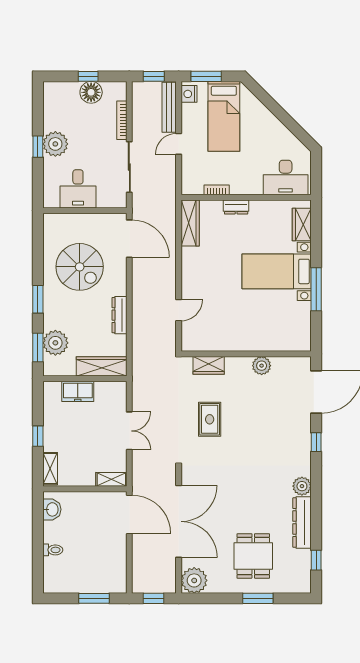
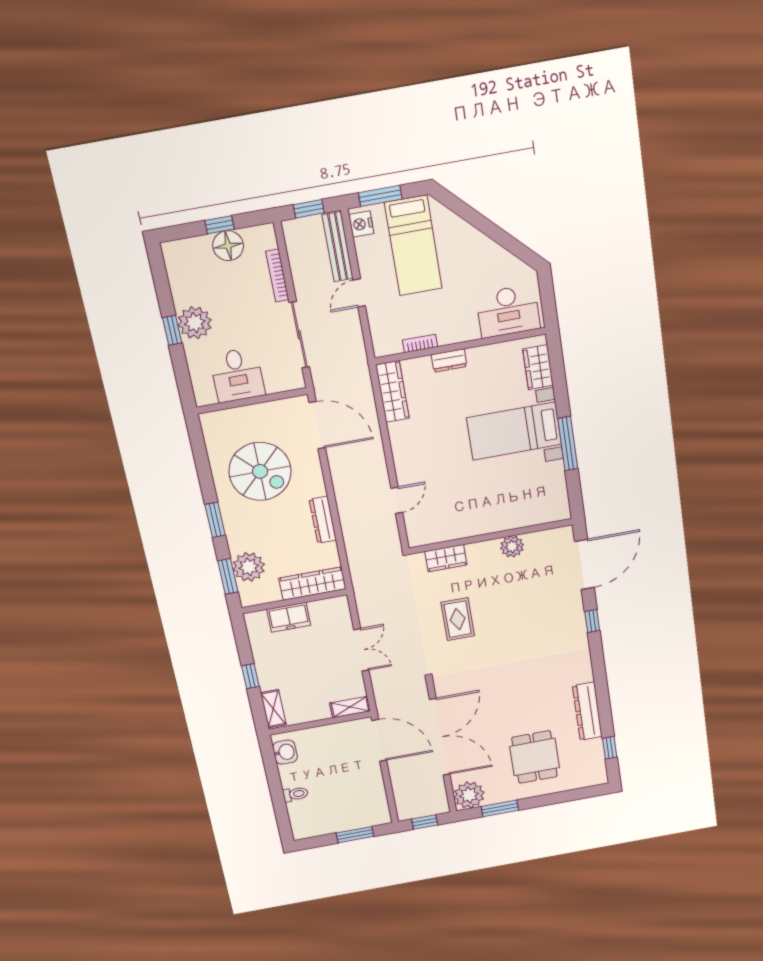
plant: (302, 486) -> (582, 672), removed
window: (258, 598) -> (500, 808), moved

